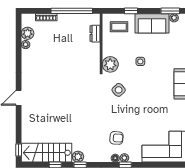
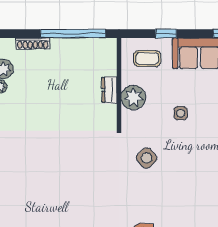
dresser: (95, 34) -> (109, 90), moved
plant: (110, 64) -> (133, 97), moved

